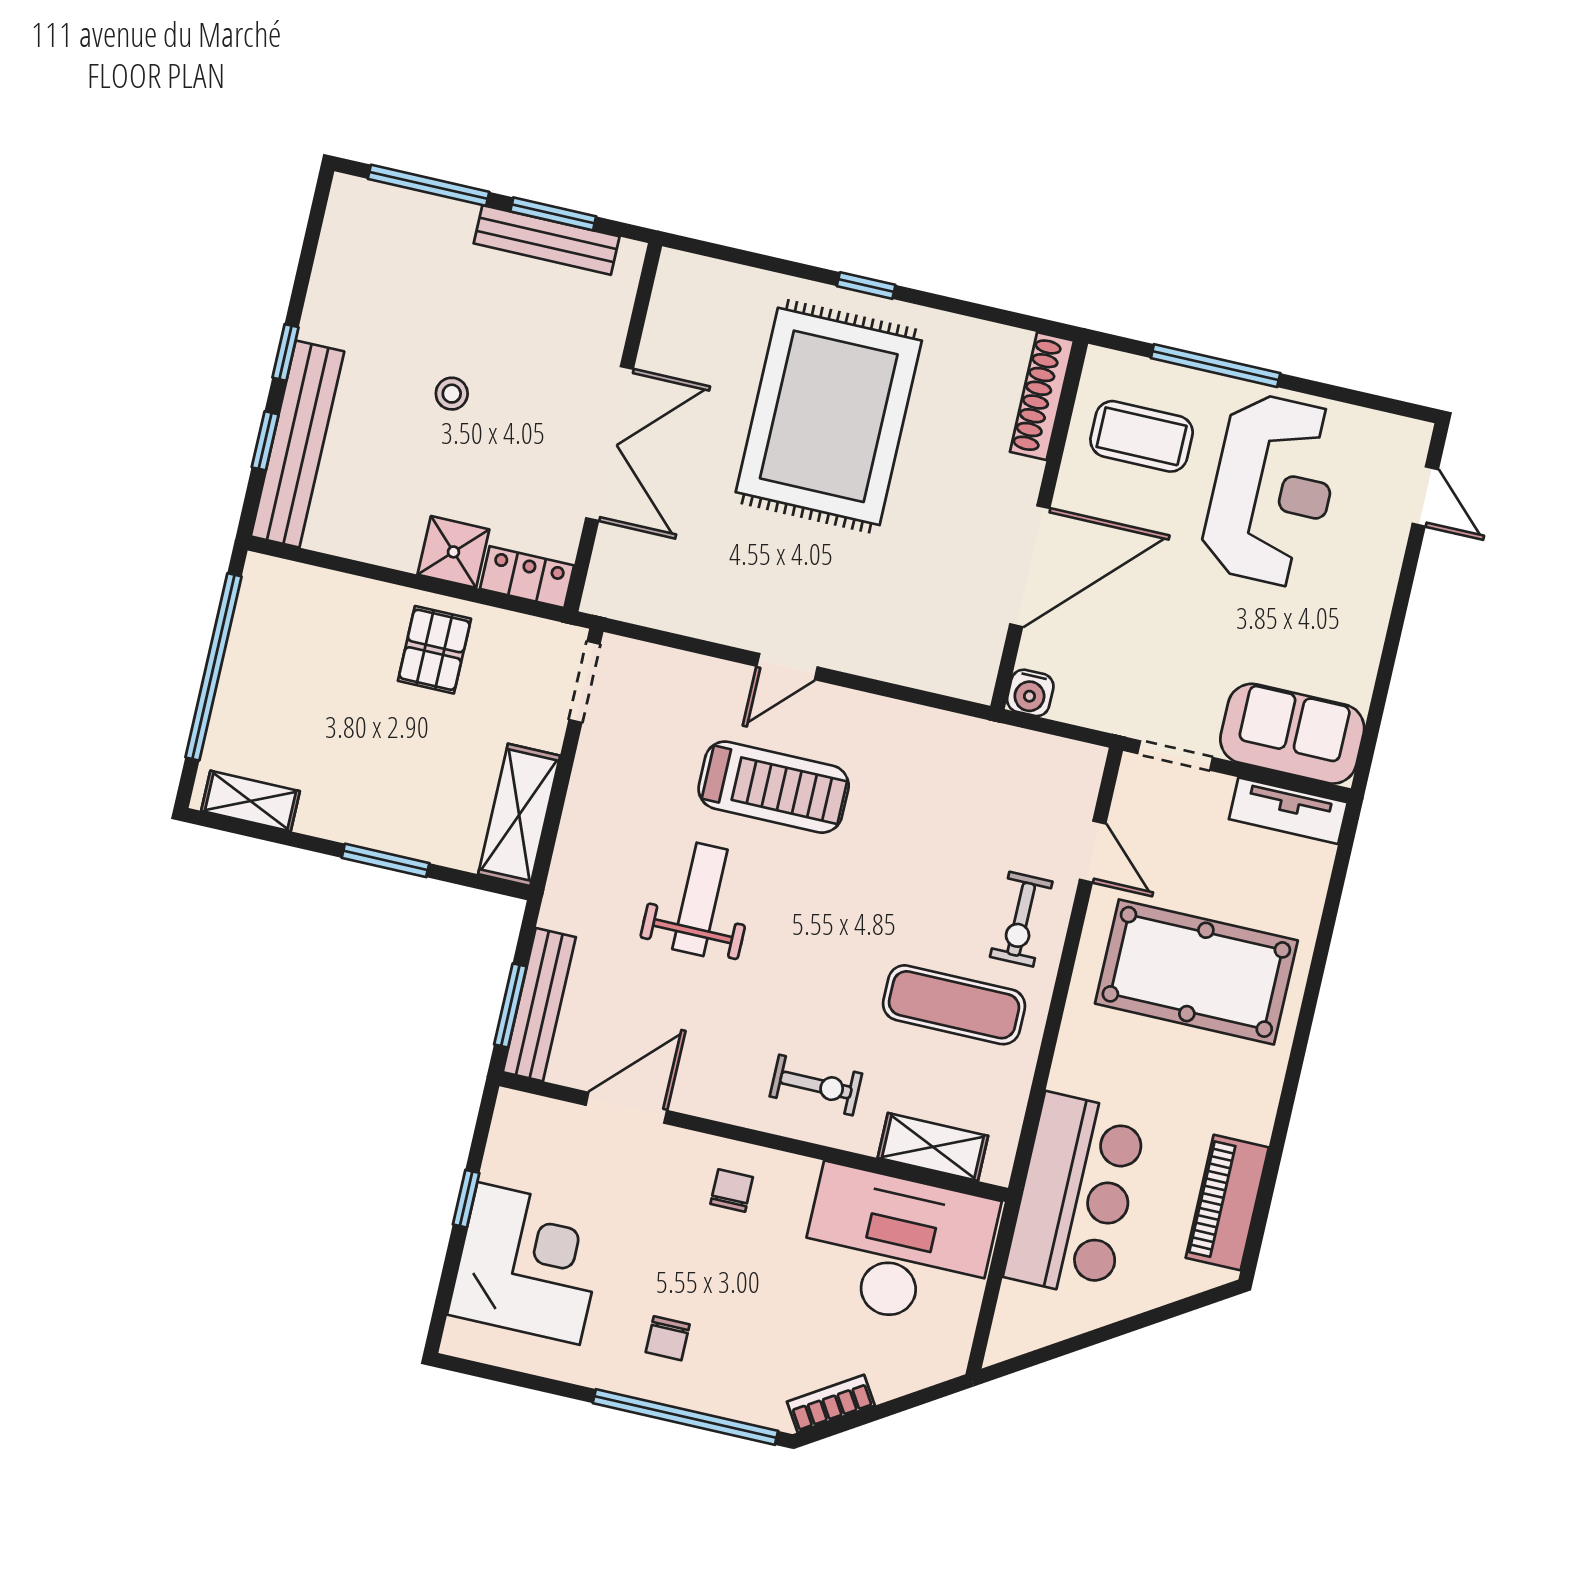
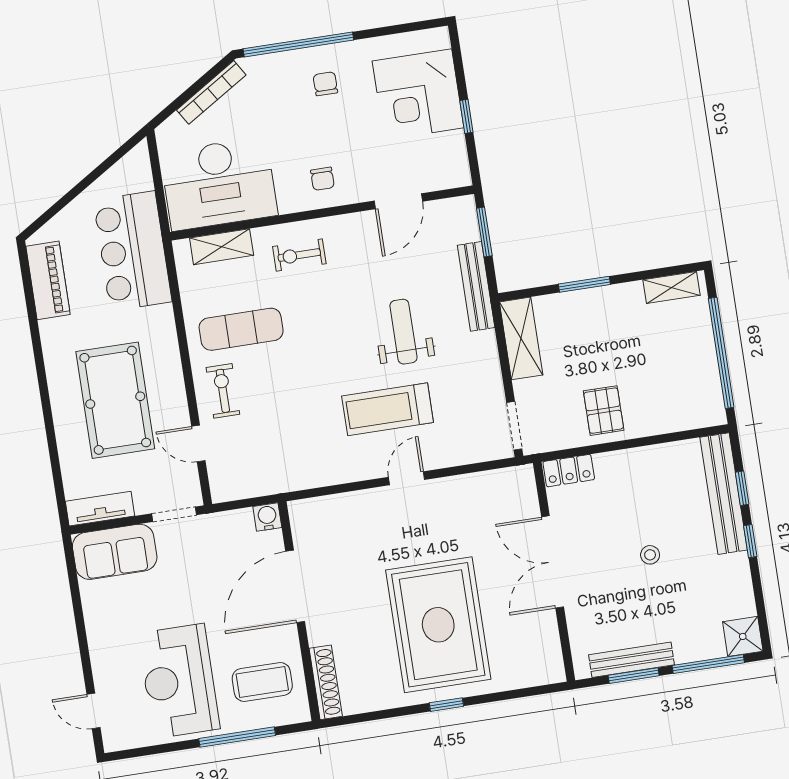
shower: (453, 552) -> (743, 636), moved
weight bench: (700, 899) -> (403, 332), turned 180
pool table: (1196, 972) -> (115, 400), turned 90
bench: (539, 1005) -> (476, 286), moved
bookcase: (831, 1404) -> (211, 92), width x1.56

